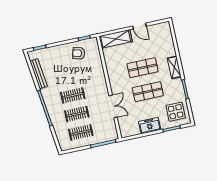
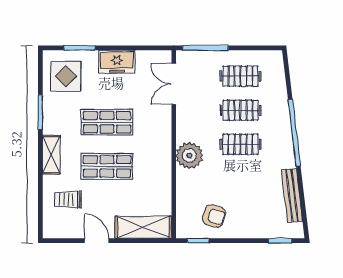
trolley: (160, 45) -> (68, 200), added
plant: (99, 83) -> (189, 155), added
double door: (113, 106) -> (174, 84), moved

